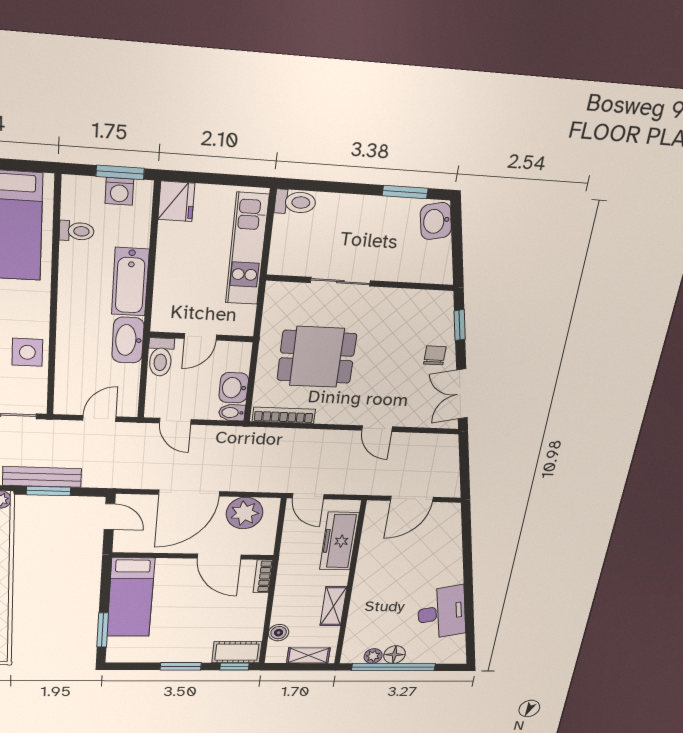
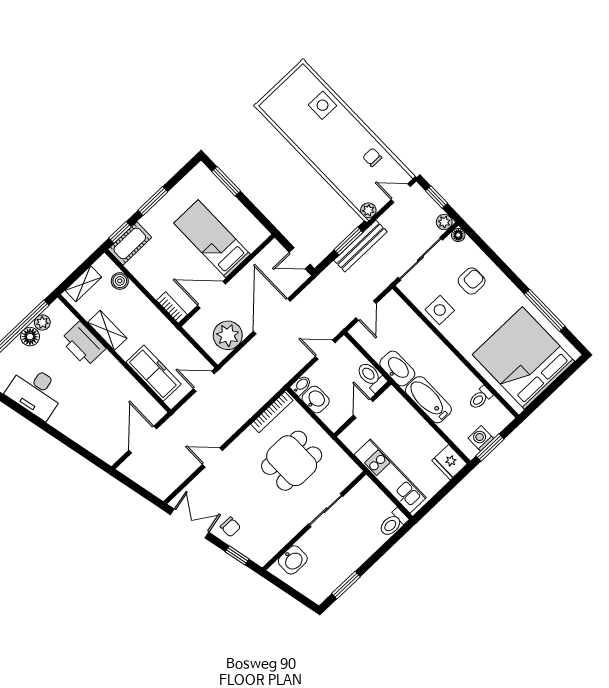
washbasin: (436, 221) -> (293, 560), moved, turned 102
bed: (131, 597) -> (212, 239), moved
printer: (364, 613) -> (83, 344), added

